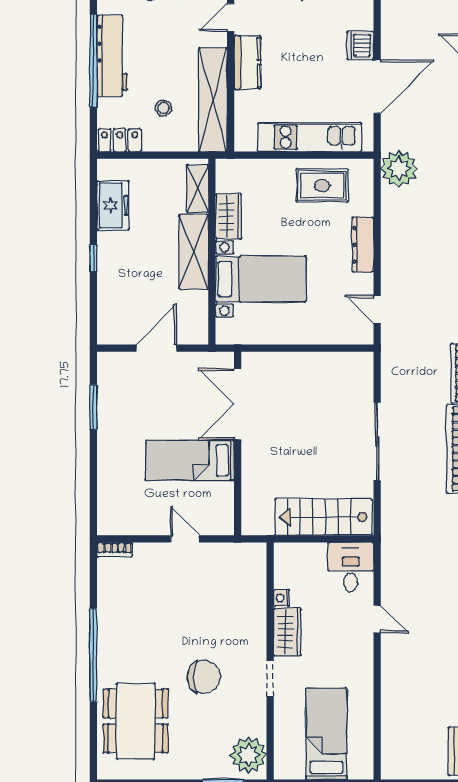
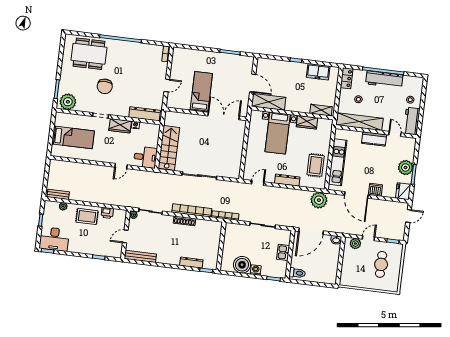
shelving: (194, 252) -> (269, 102), moved
dresser: (254, 581) -> (145, 114), added

